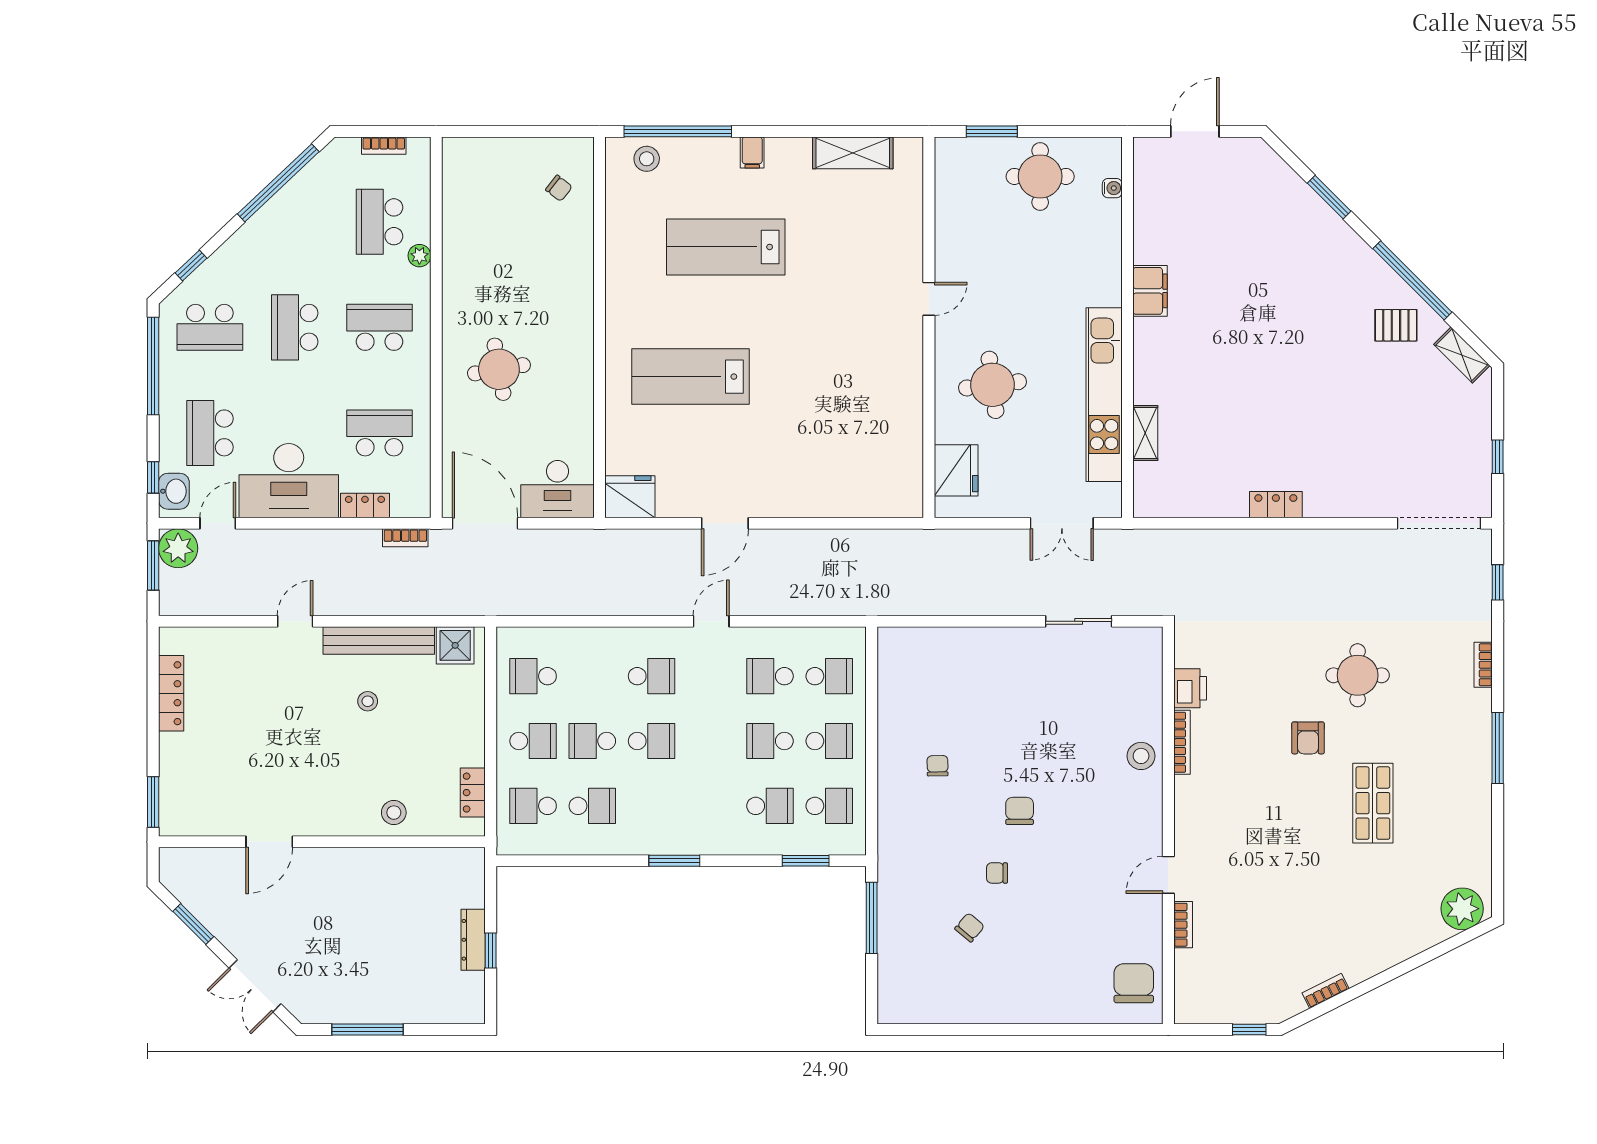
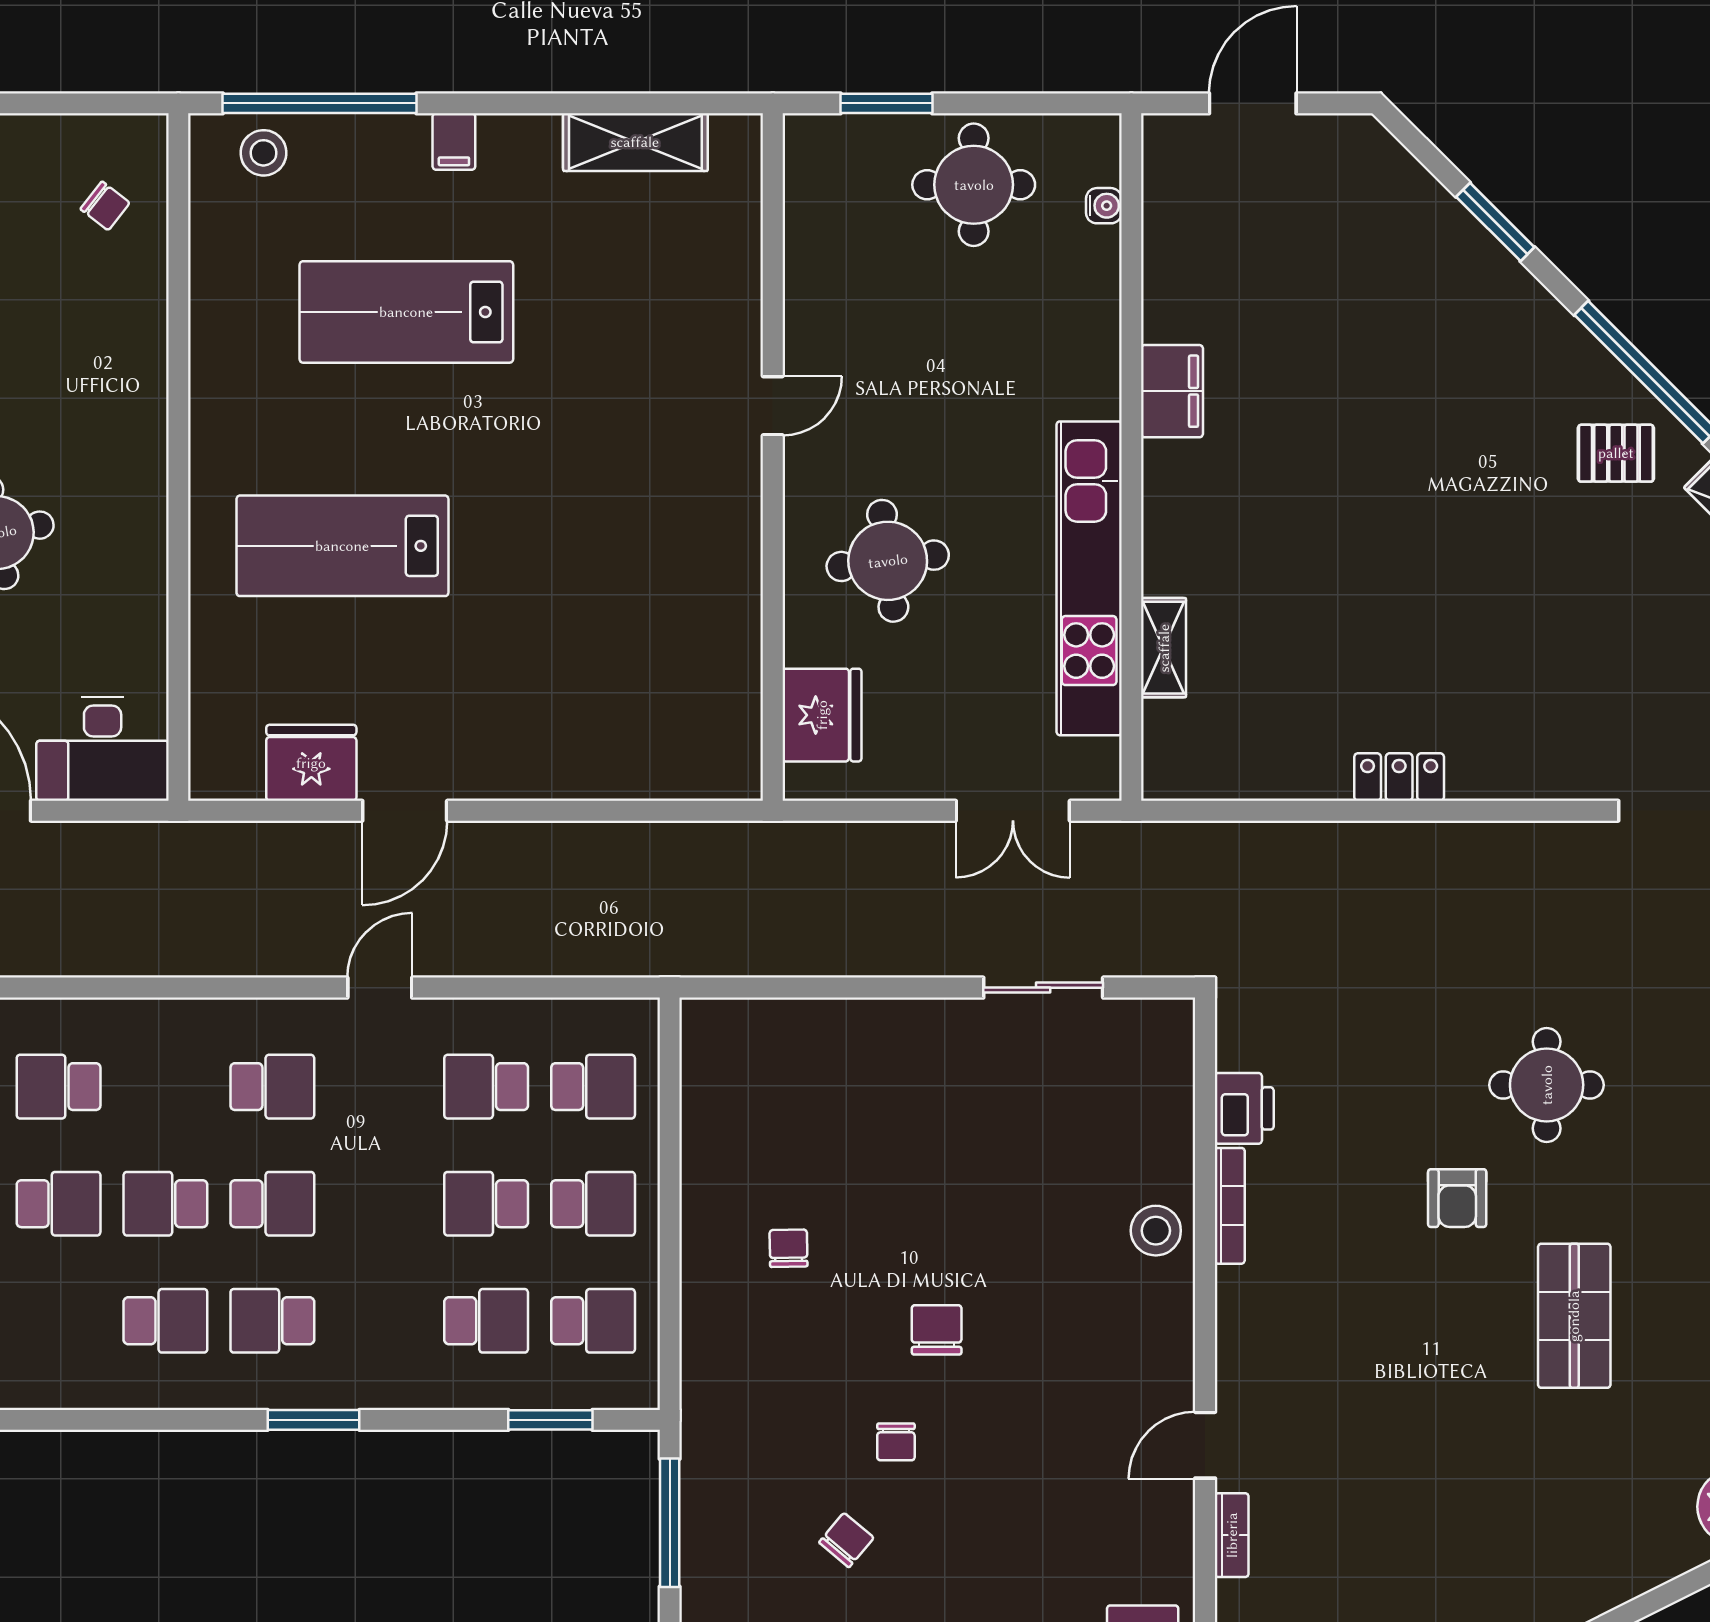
fridge: (630, 497) -> (311, 763), moved
school desk: (533, 806) -> (272, 1321), moved
chair: (997, 873) -> (896, 1442), turned -90

